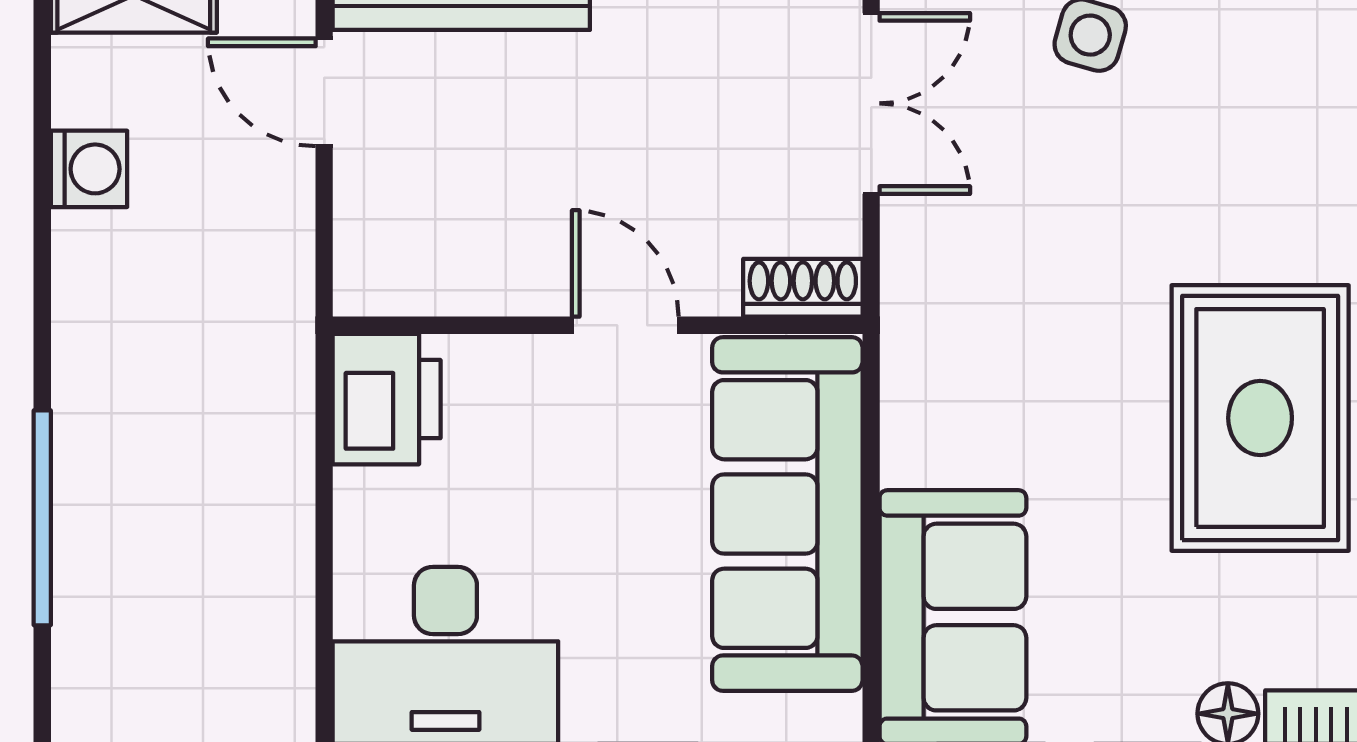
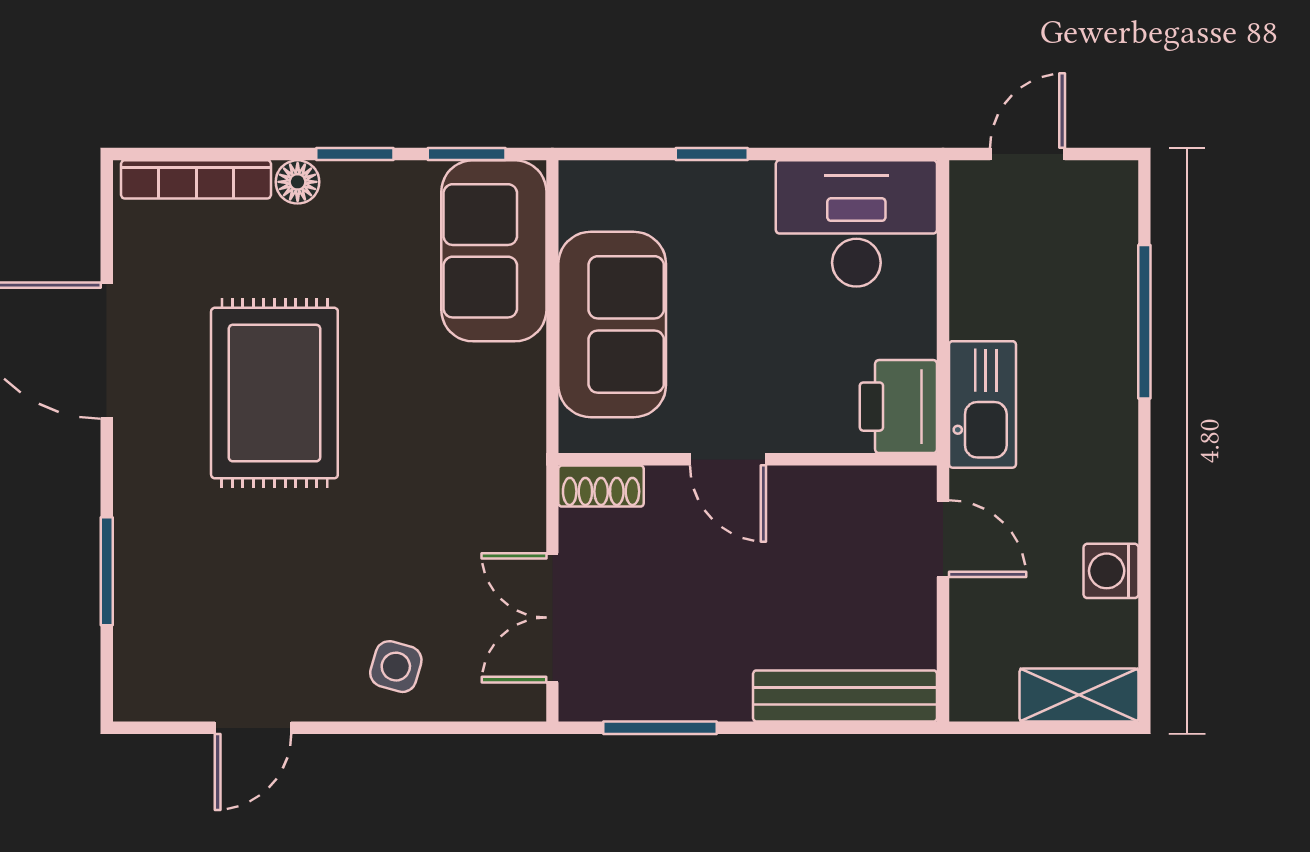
door: (324, 92) -> (943, 539), moved
kitchen sink: (269, 402) -> (982, 404), added
sofa: (787, 514) -> (612, 324), width x0.73

